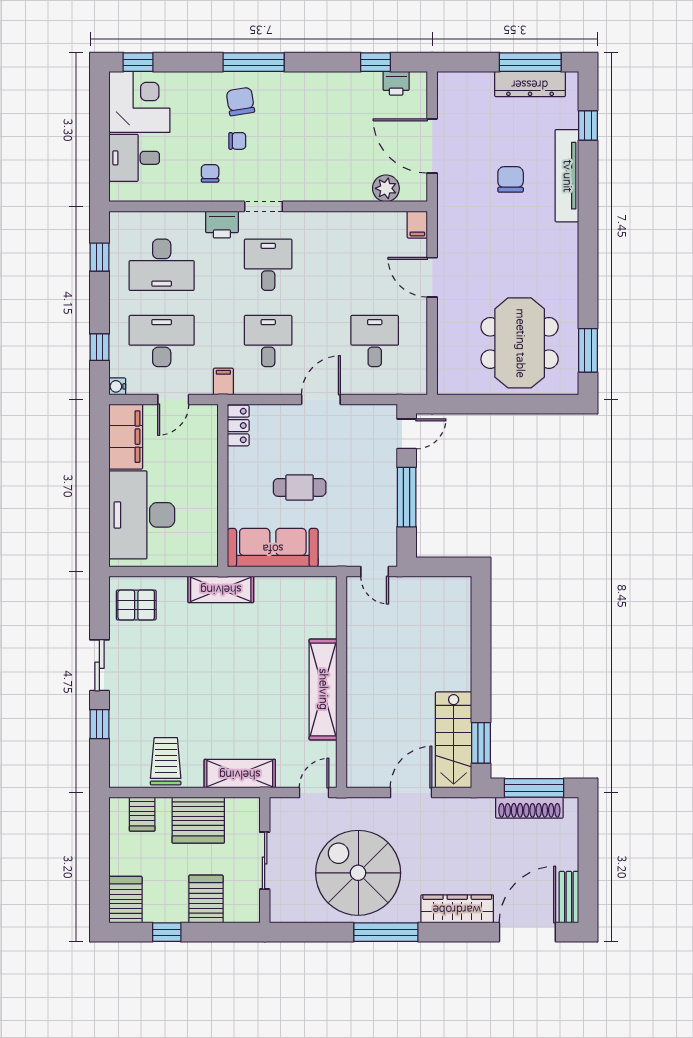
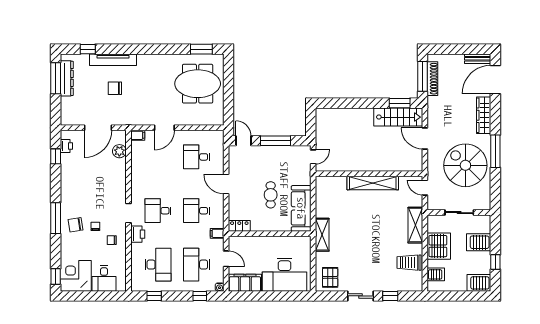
spiral stairs: (358, 873) -> (465, 165), turned 90
door: (527, 932) -> (495, 80), hinge flipped

